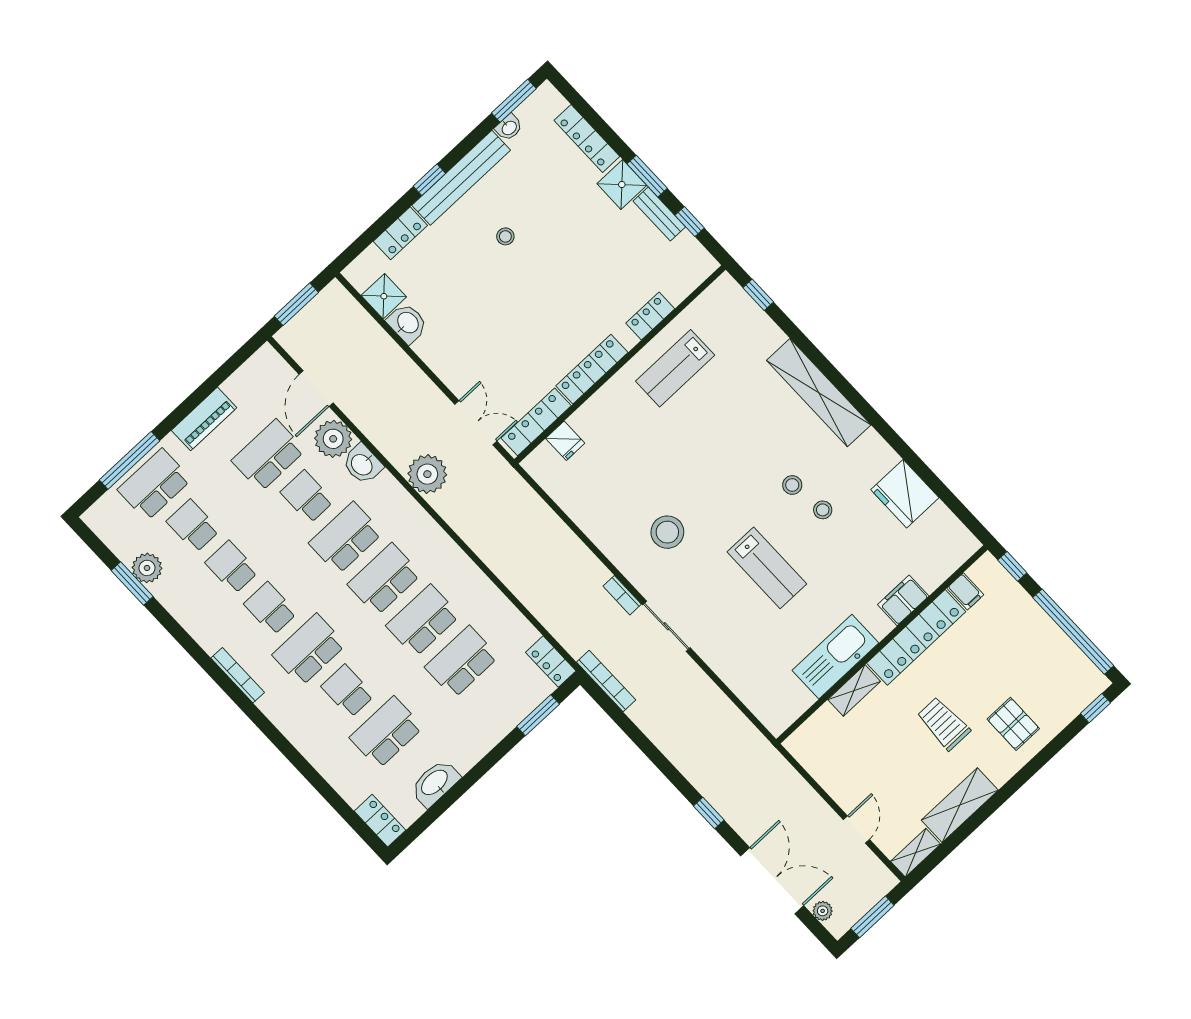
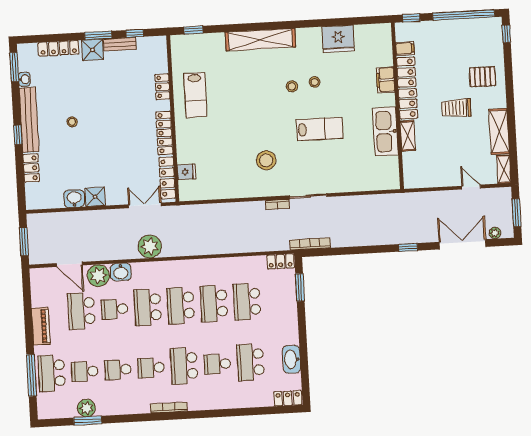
shower: (384, 296) -> (95, 197), moved

